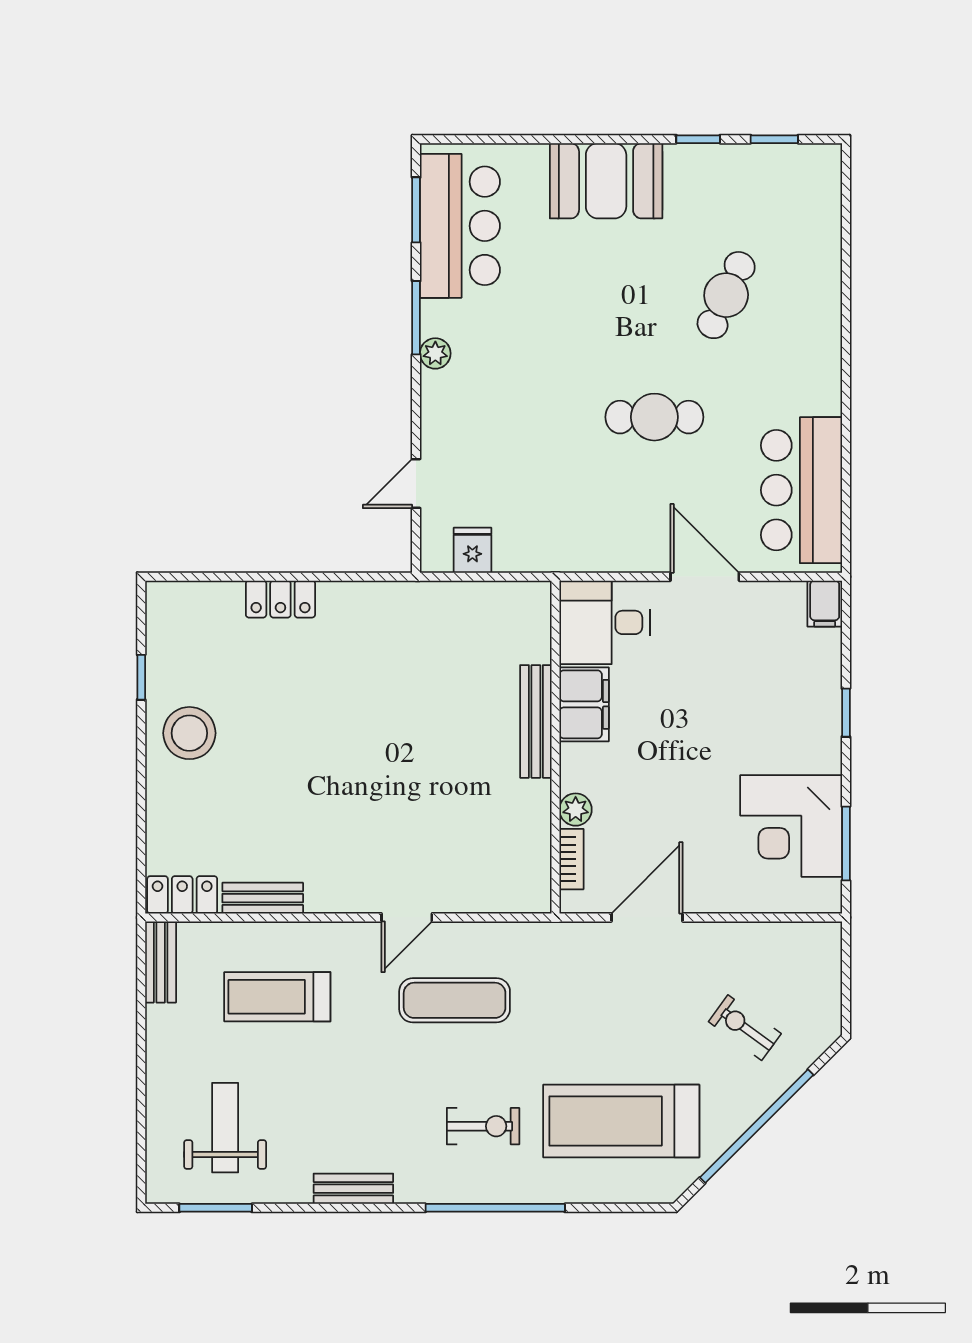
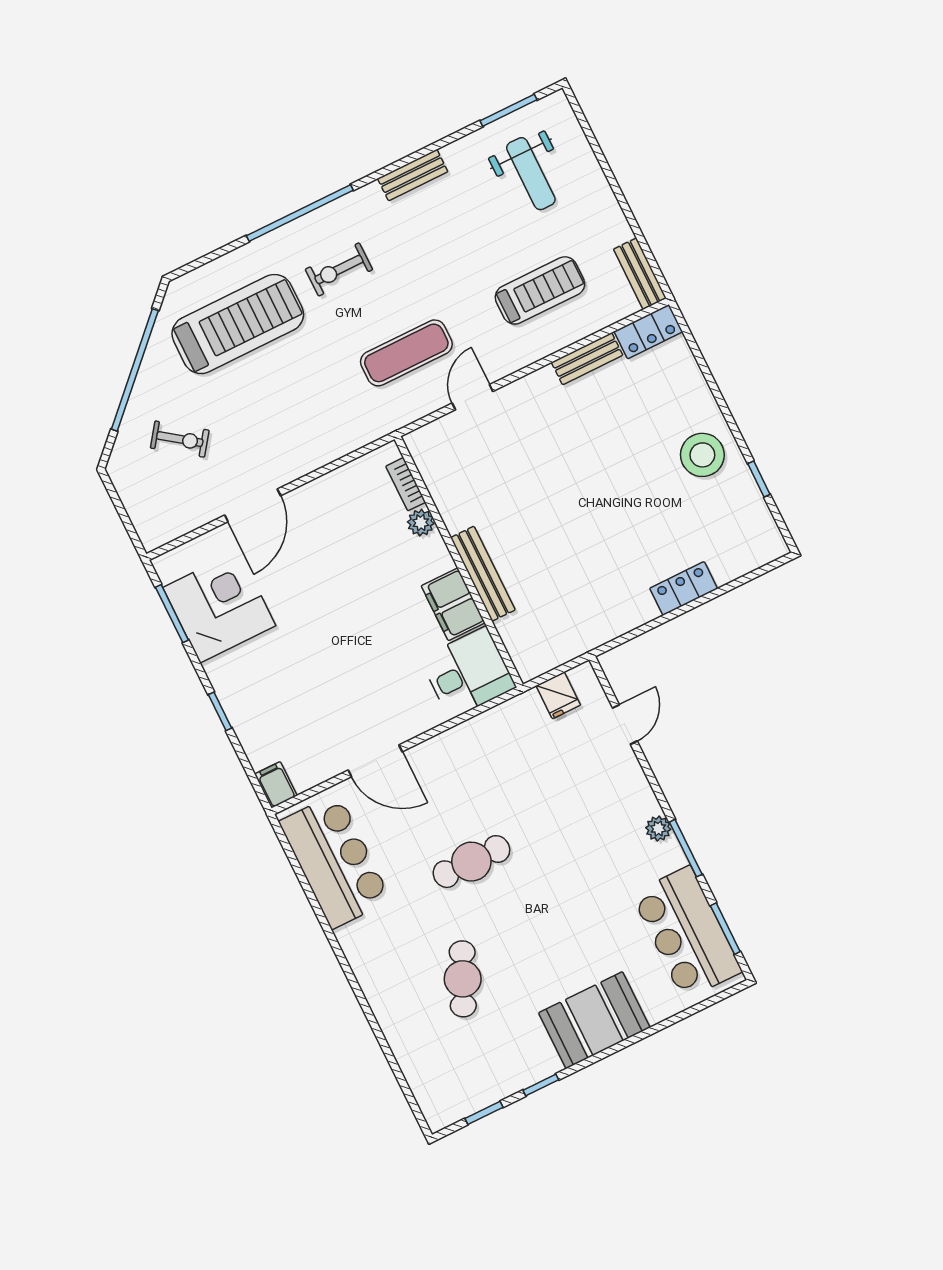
desk: (604, 622) -> (468, 673), moved
filing cabinet: (584, 704) -> (453, 604), moved
bench: (536, 721) -> (483, 574), moved
wall: (555, 747) -> (459, 562), moved
plant: (576, 810) -> (421, 523), moved
bookcase: (571, 859) -> (406, 484), moved
door: (647, 917) -> (253, 505), moved

